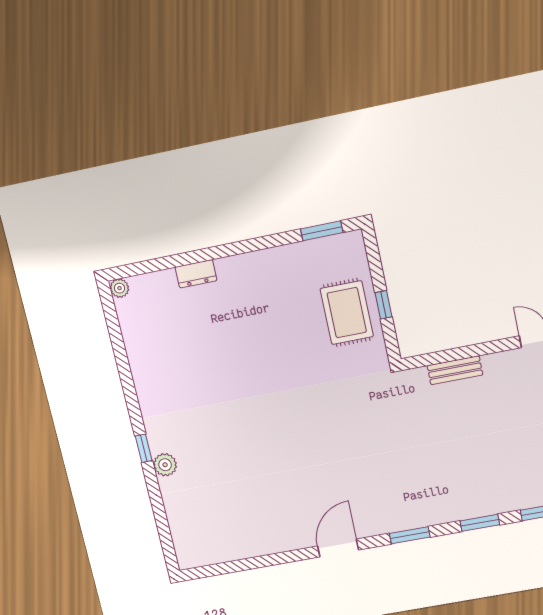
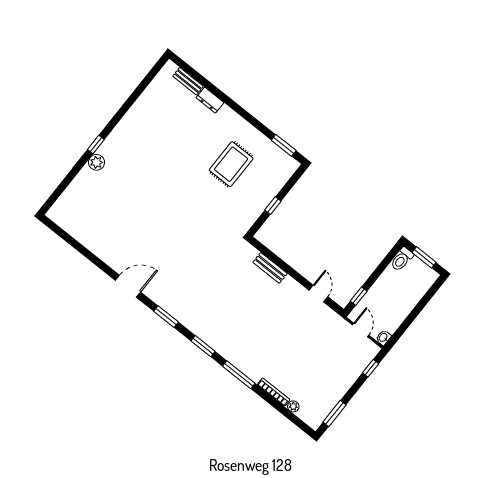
bench: (153, 281) -> (188, 81), added
plant: (119, 288) -> (170, 67), removed
rug: (347, 313) -> (231, 164), moved

